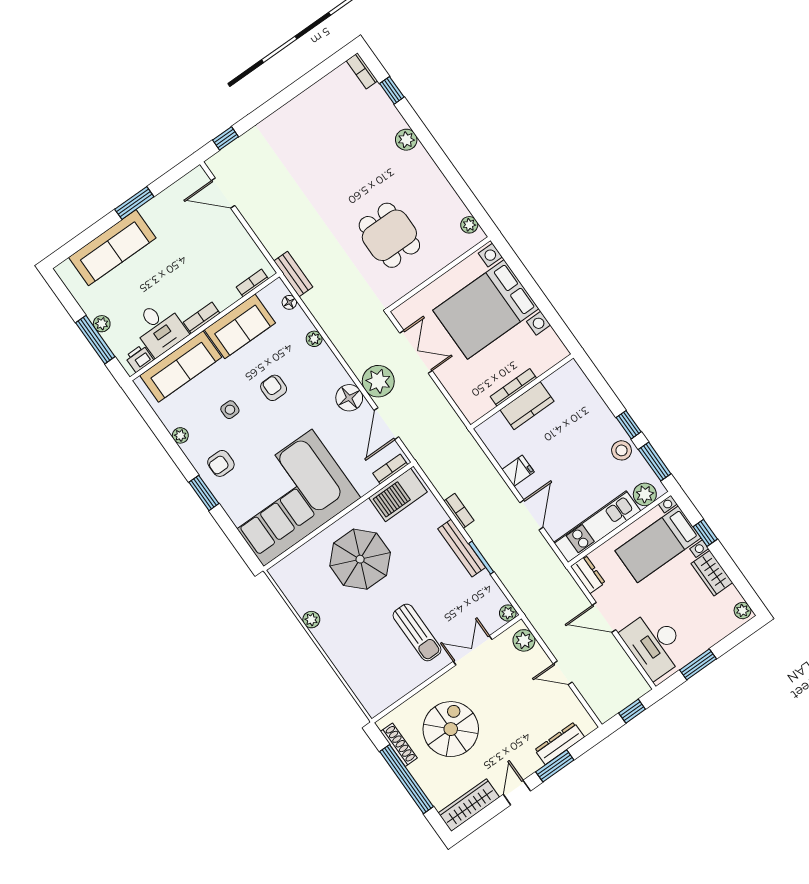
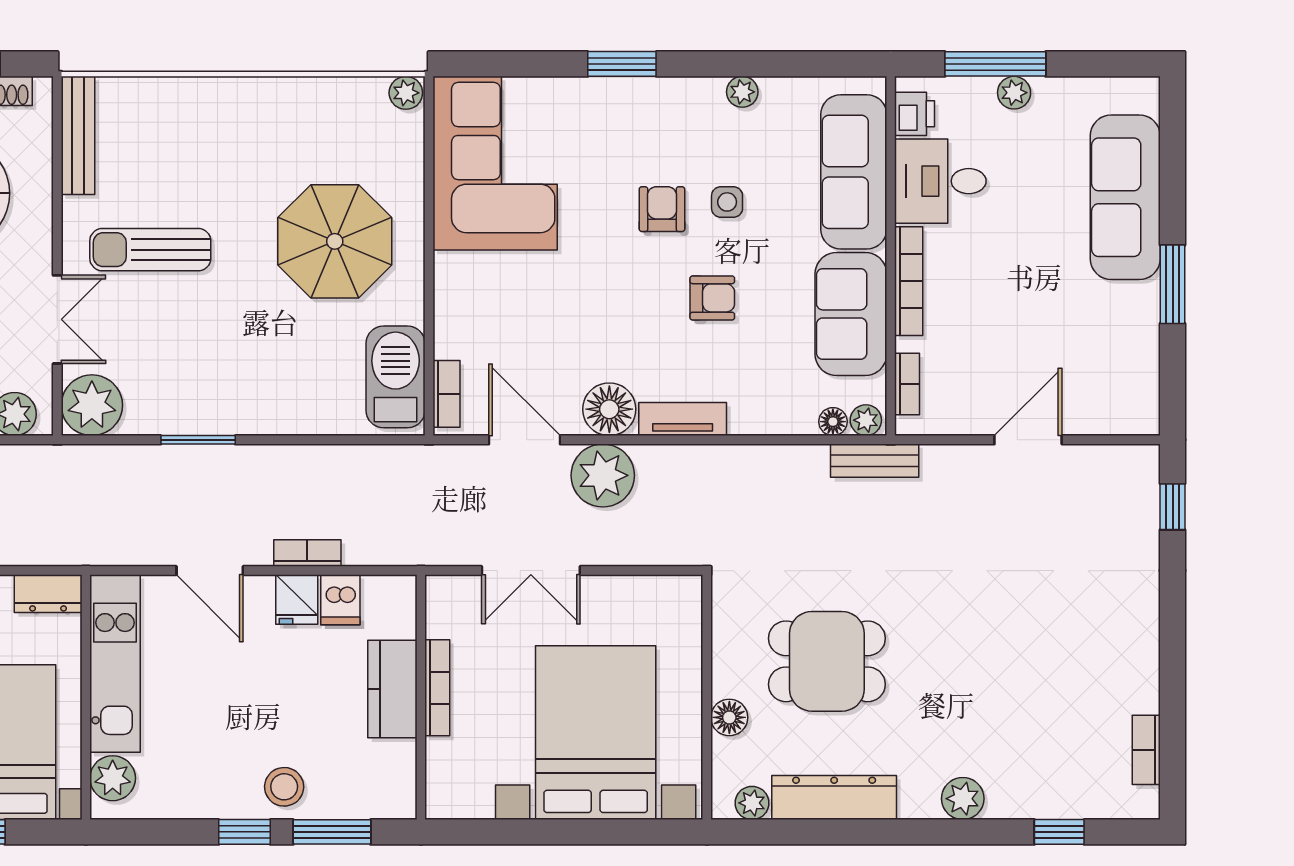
bookcase: (362, 71) -> (1146, 750), moved, turned -90
door: (223, 193) -> (1028, 440), moved
dresser: (443, 193) -> (834, 798), added
floor lamp: (441, 259) -> (729, 717), added
bookcase: (202, 318) -> (909, 281), width x1.56
plant: (314, 339) -> (866, 420), moved
double door: (416, 352) -> (531, 571), moved
tv unit: (332, 365) -> (683, 419), added
stool: (622, 450) -> (284, 787), moved
dishwasher: (505, 453) -> (340, 600), added
window: (655, 462) -> (332, 832), moved
armchair: (221, 463) -> (662, 209), moved
corner sofa: (288, 498) -> (495, 163), width x0.73, depth x0.74
bookcase: (459, 511) -> (307, 553), moved, turned 180
bench: (462, 548) -> (78, 135), moved, turned 90
plant: (508, 613) -> (92, 405), width x1.87, depth x1.87
plant: (311, 620) -> (406, 93), moved

